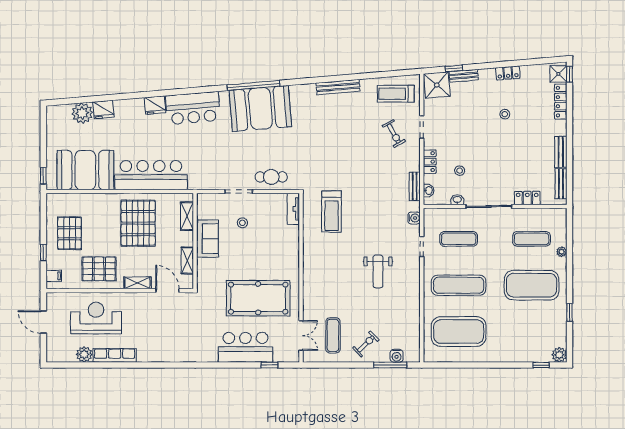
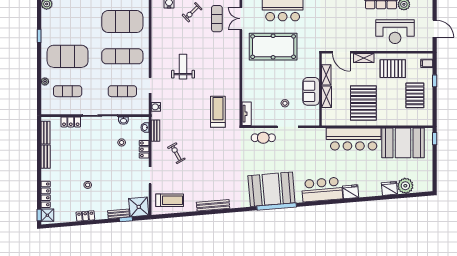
exercise bike: (394, 134) -> (176, 153), moved
shelving: (187, 216) -> (327, 97), moved

